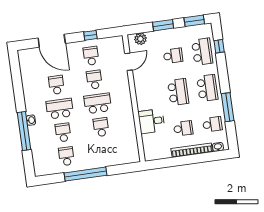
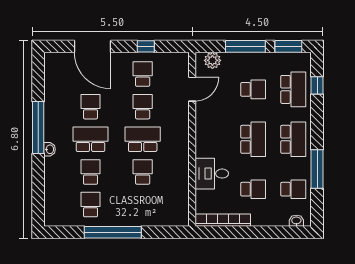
window: (163, 25) -> (245, 46), width x1.44
window: (24, 131) -> (38, 128), moved
bookcase: (192, 150) -> (223, 220), moved

